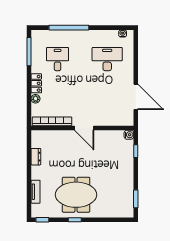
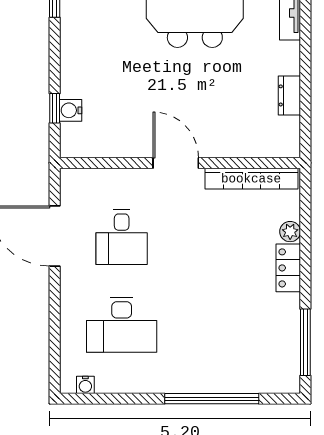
desk: (58, 59) -> (122, 237), moved
water cooler: (129, 135) -> (71, 110), moved

